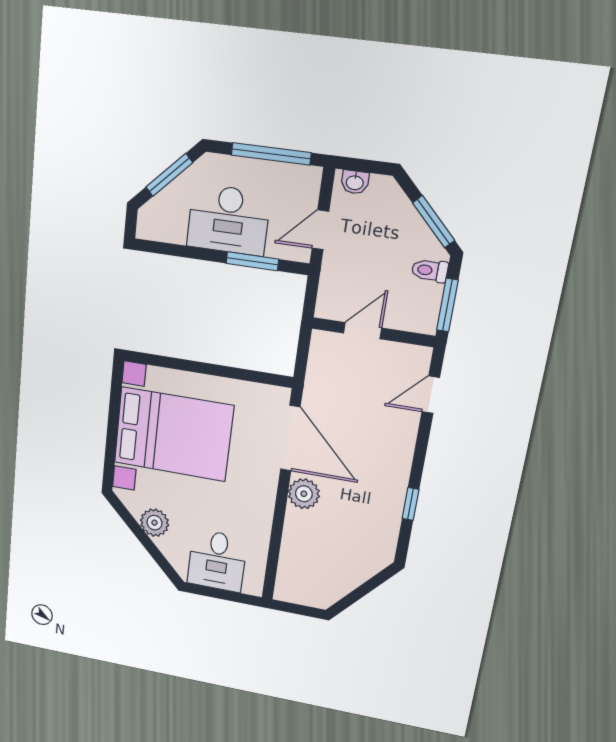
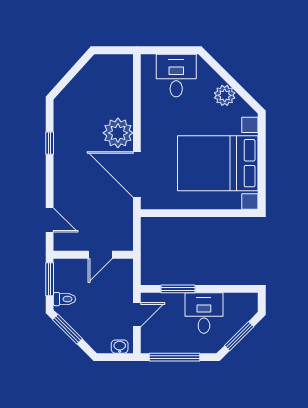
desk: (228, 220) -> (204, 313), width x0.73
door: (431, 395) -> (50, 220), hinge flipped
plant: (304, 494) -> (118, 133), width x1.36, depth x1.36

